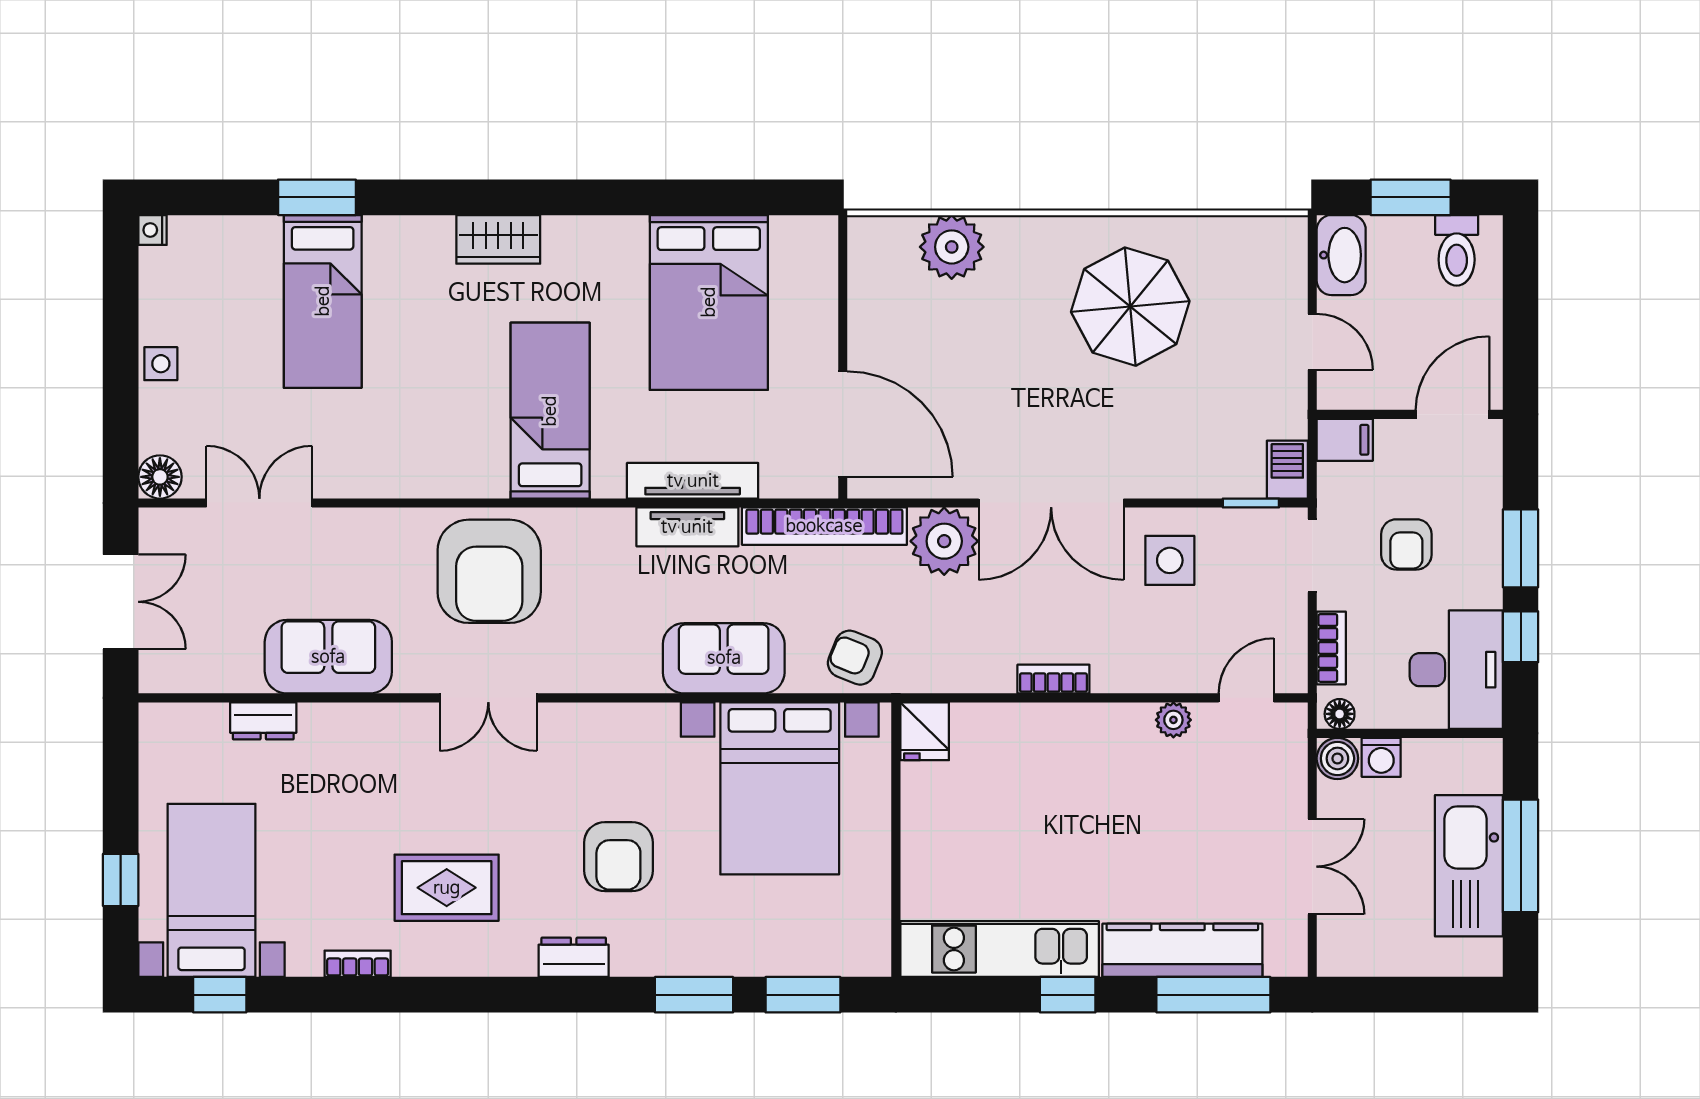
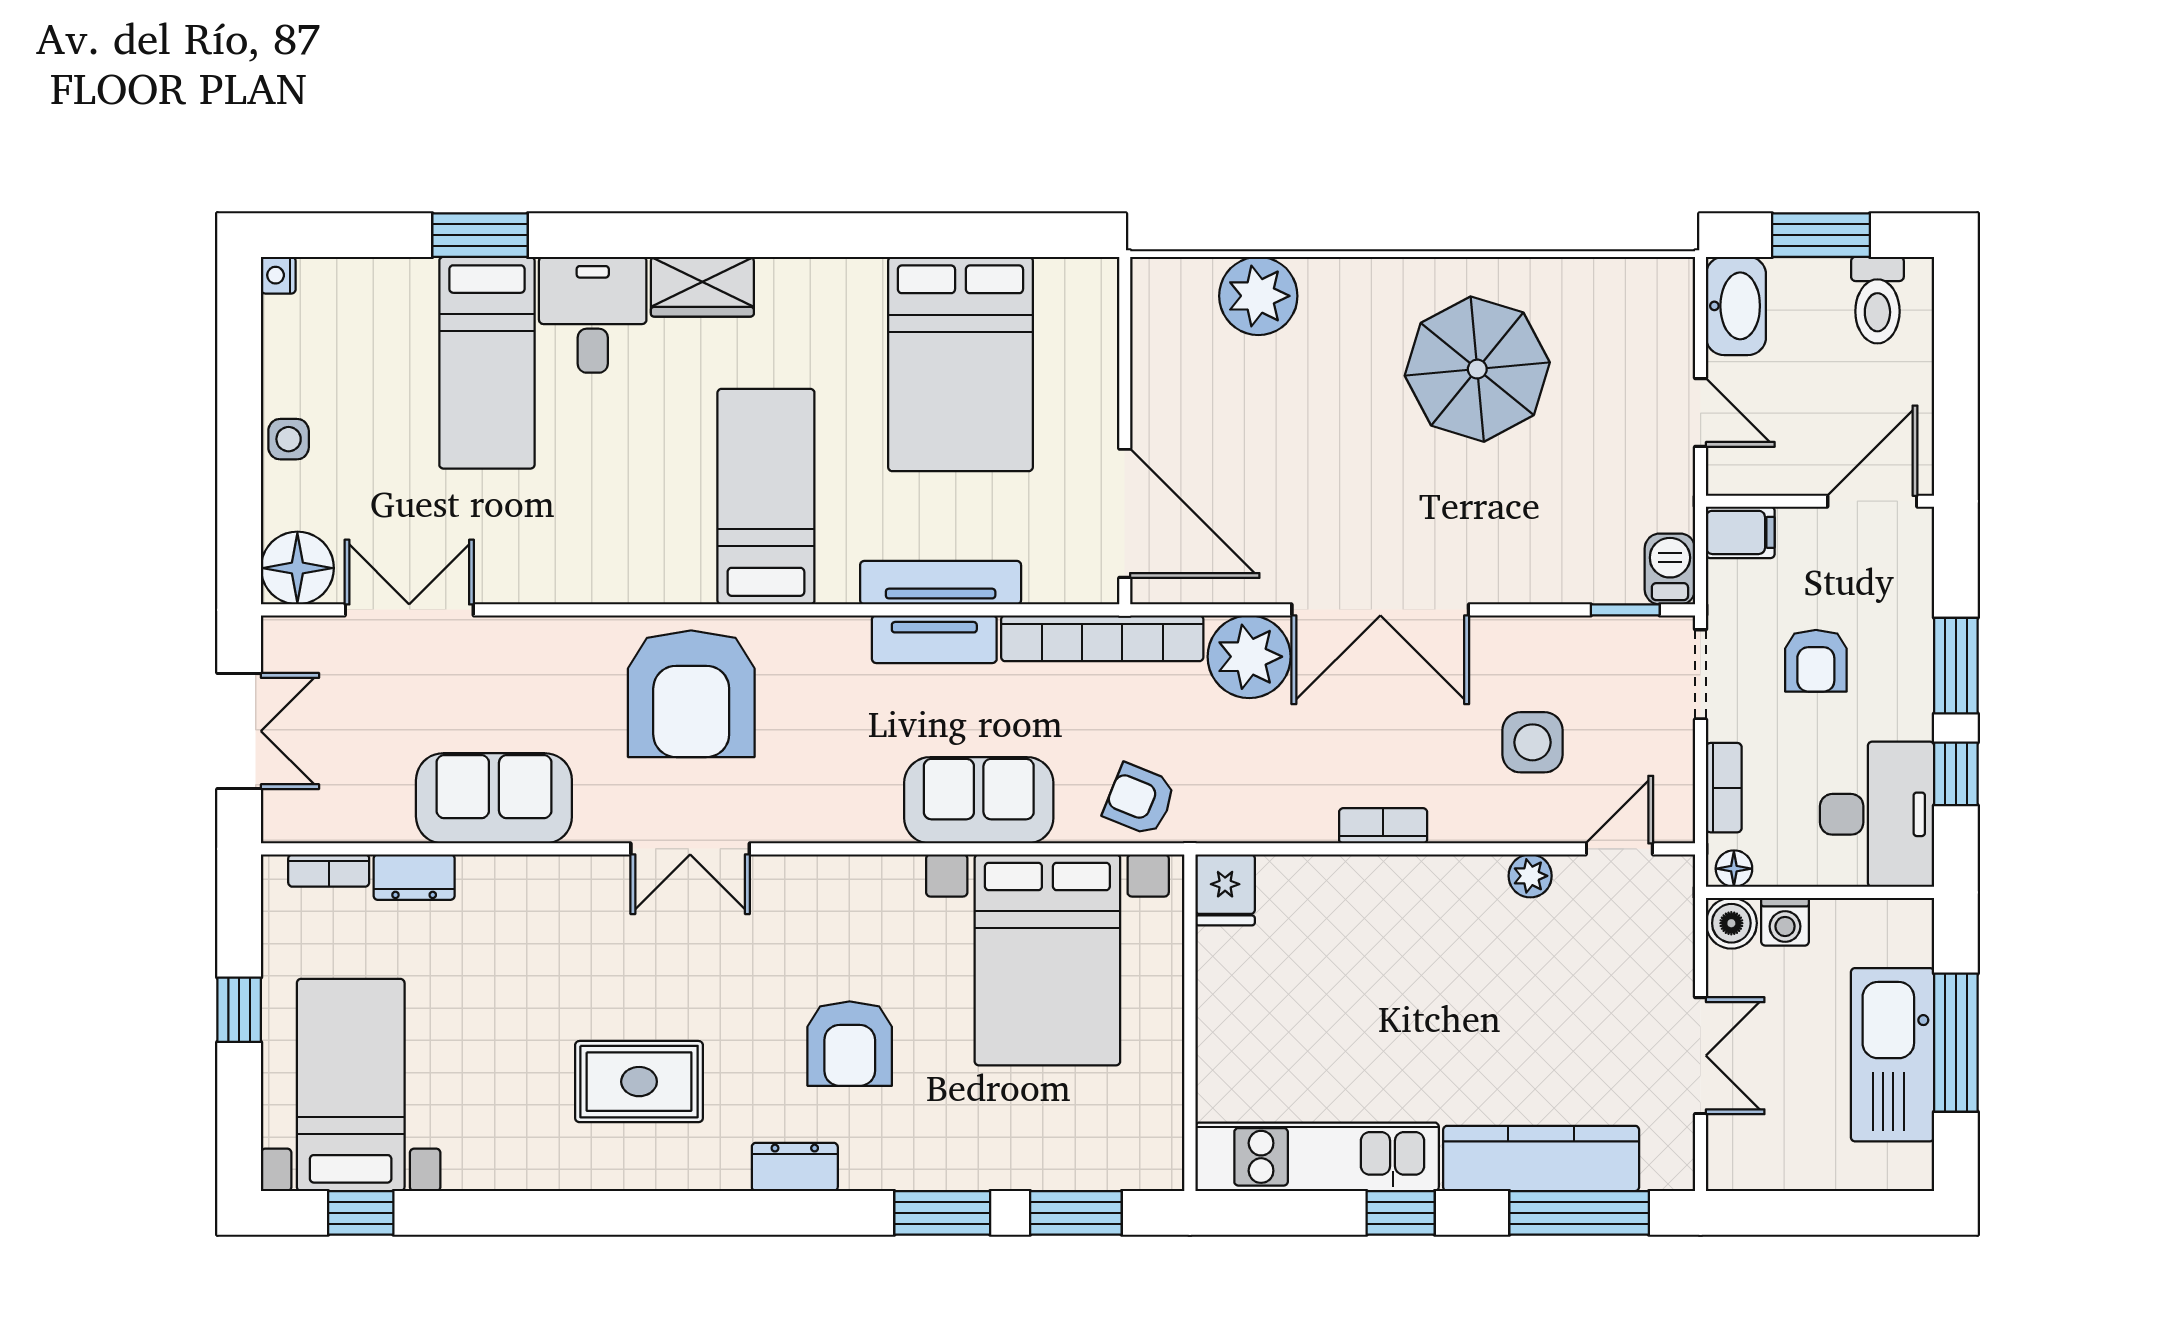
desk: (409, 262) -> (593, 315), added
floor lamp: (160, 477) -> (297, 568), width x1.38, depth x1.38
side table: (1170, 560) -> (1532, 742), moved
window: (121, 880) -> (239, 1010), moved
bookcase: (358, 964) -> (329, 871), moved, turned 180

